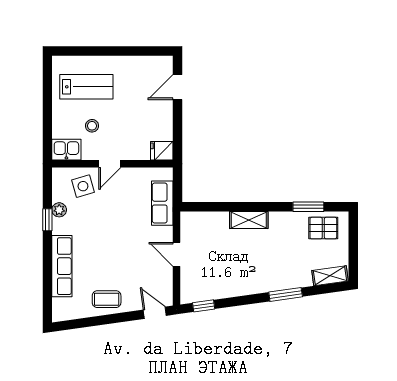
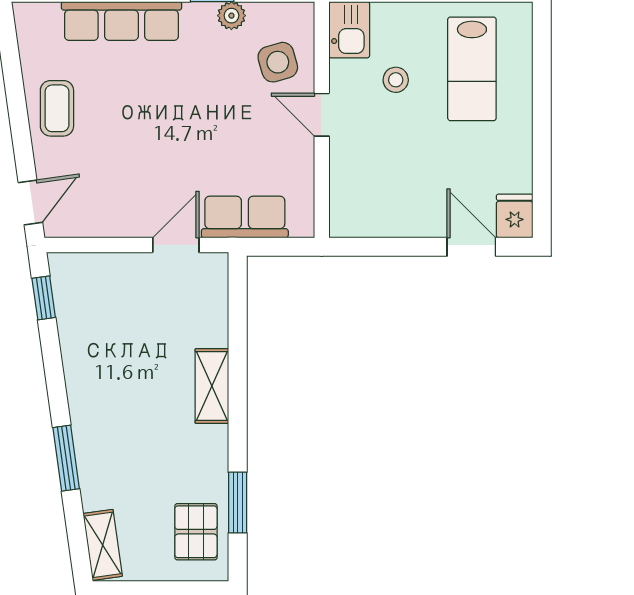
fridge: (162, 151) -> (515, 216), moved
door: (177, 254) -> (176, 245), moved

